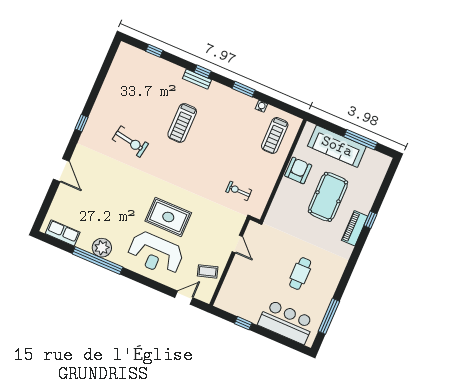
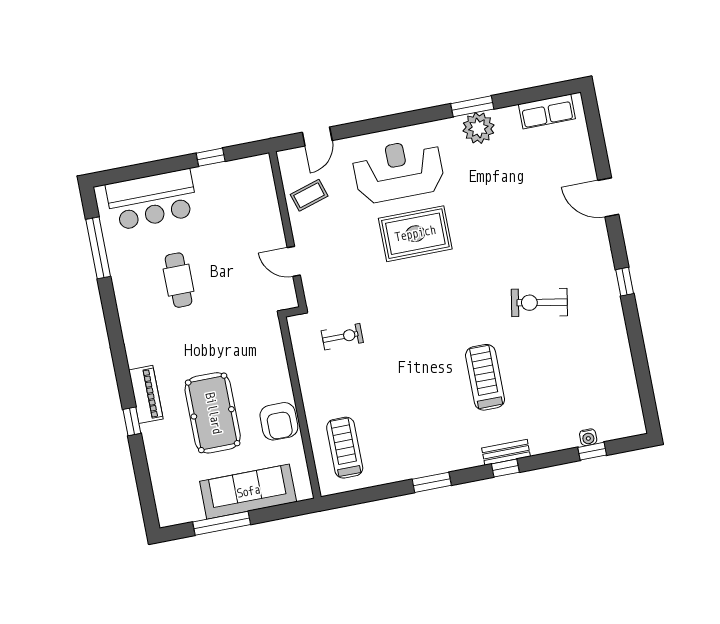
water cooler: (261, 106) -> (588, 437), moved
window: (98, 260) -> (472, 106), width x0.47

